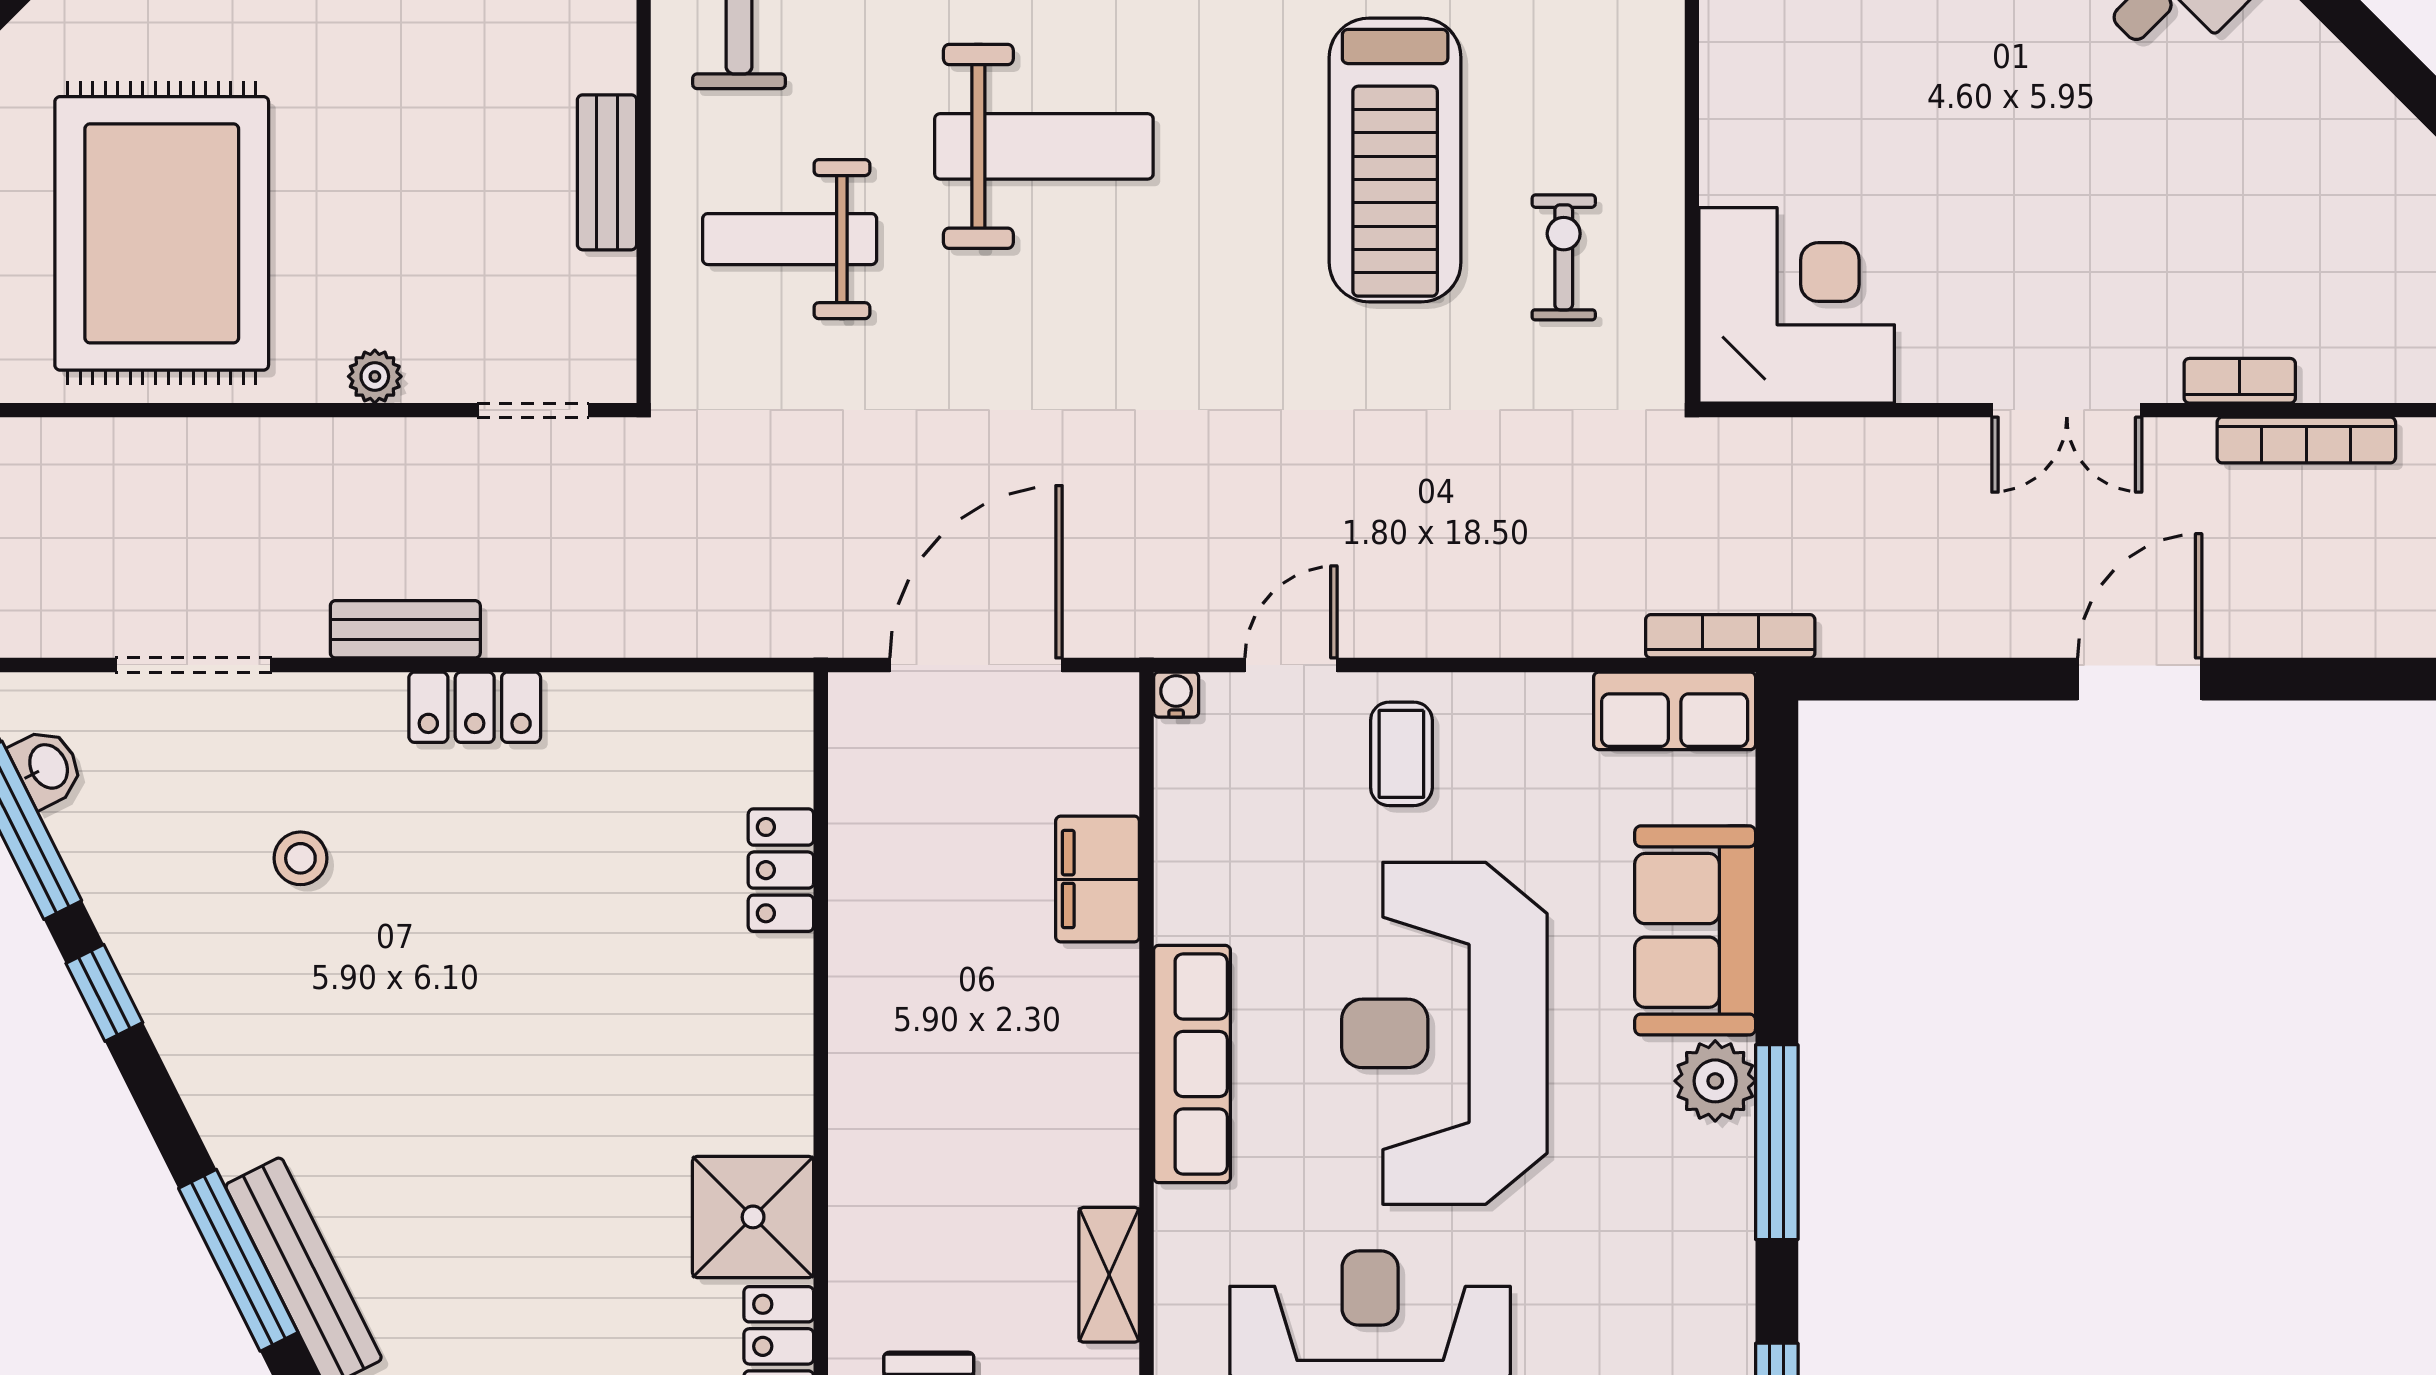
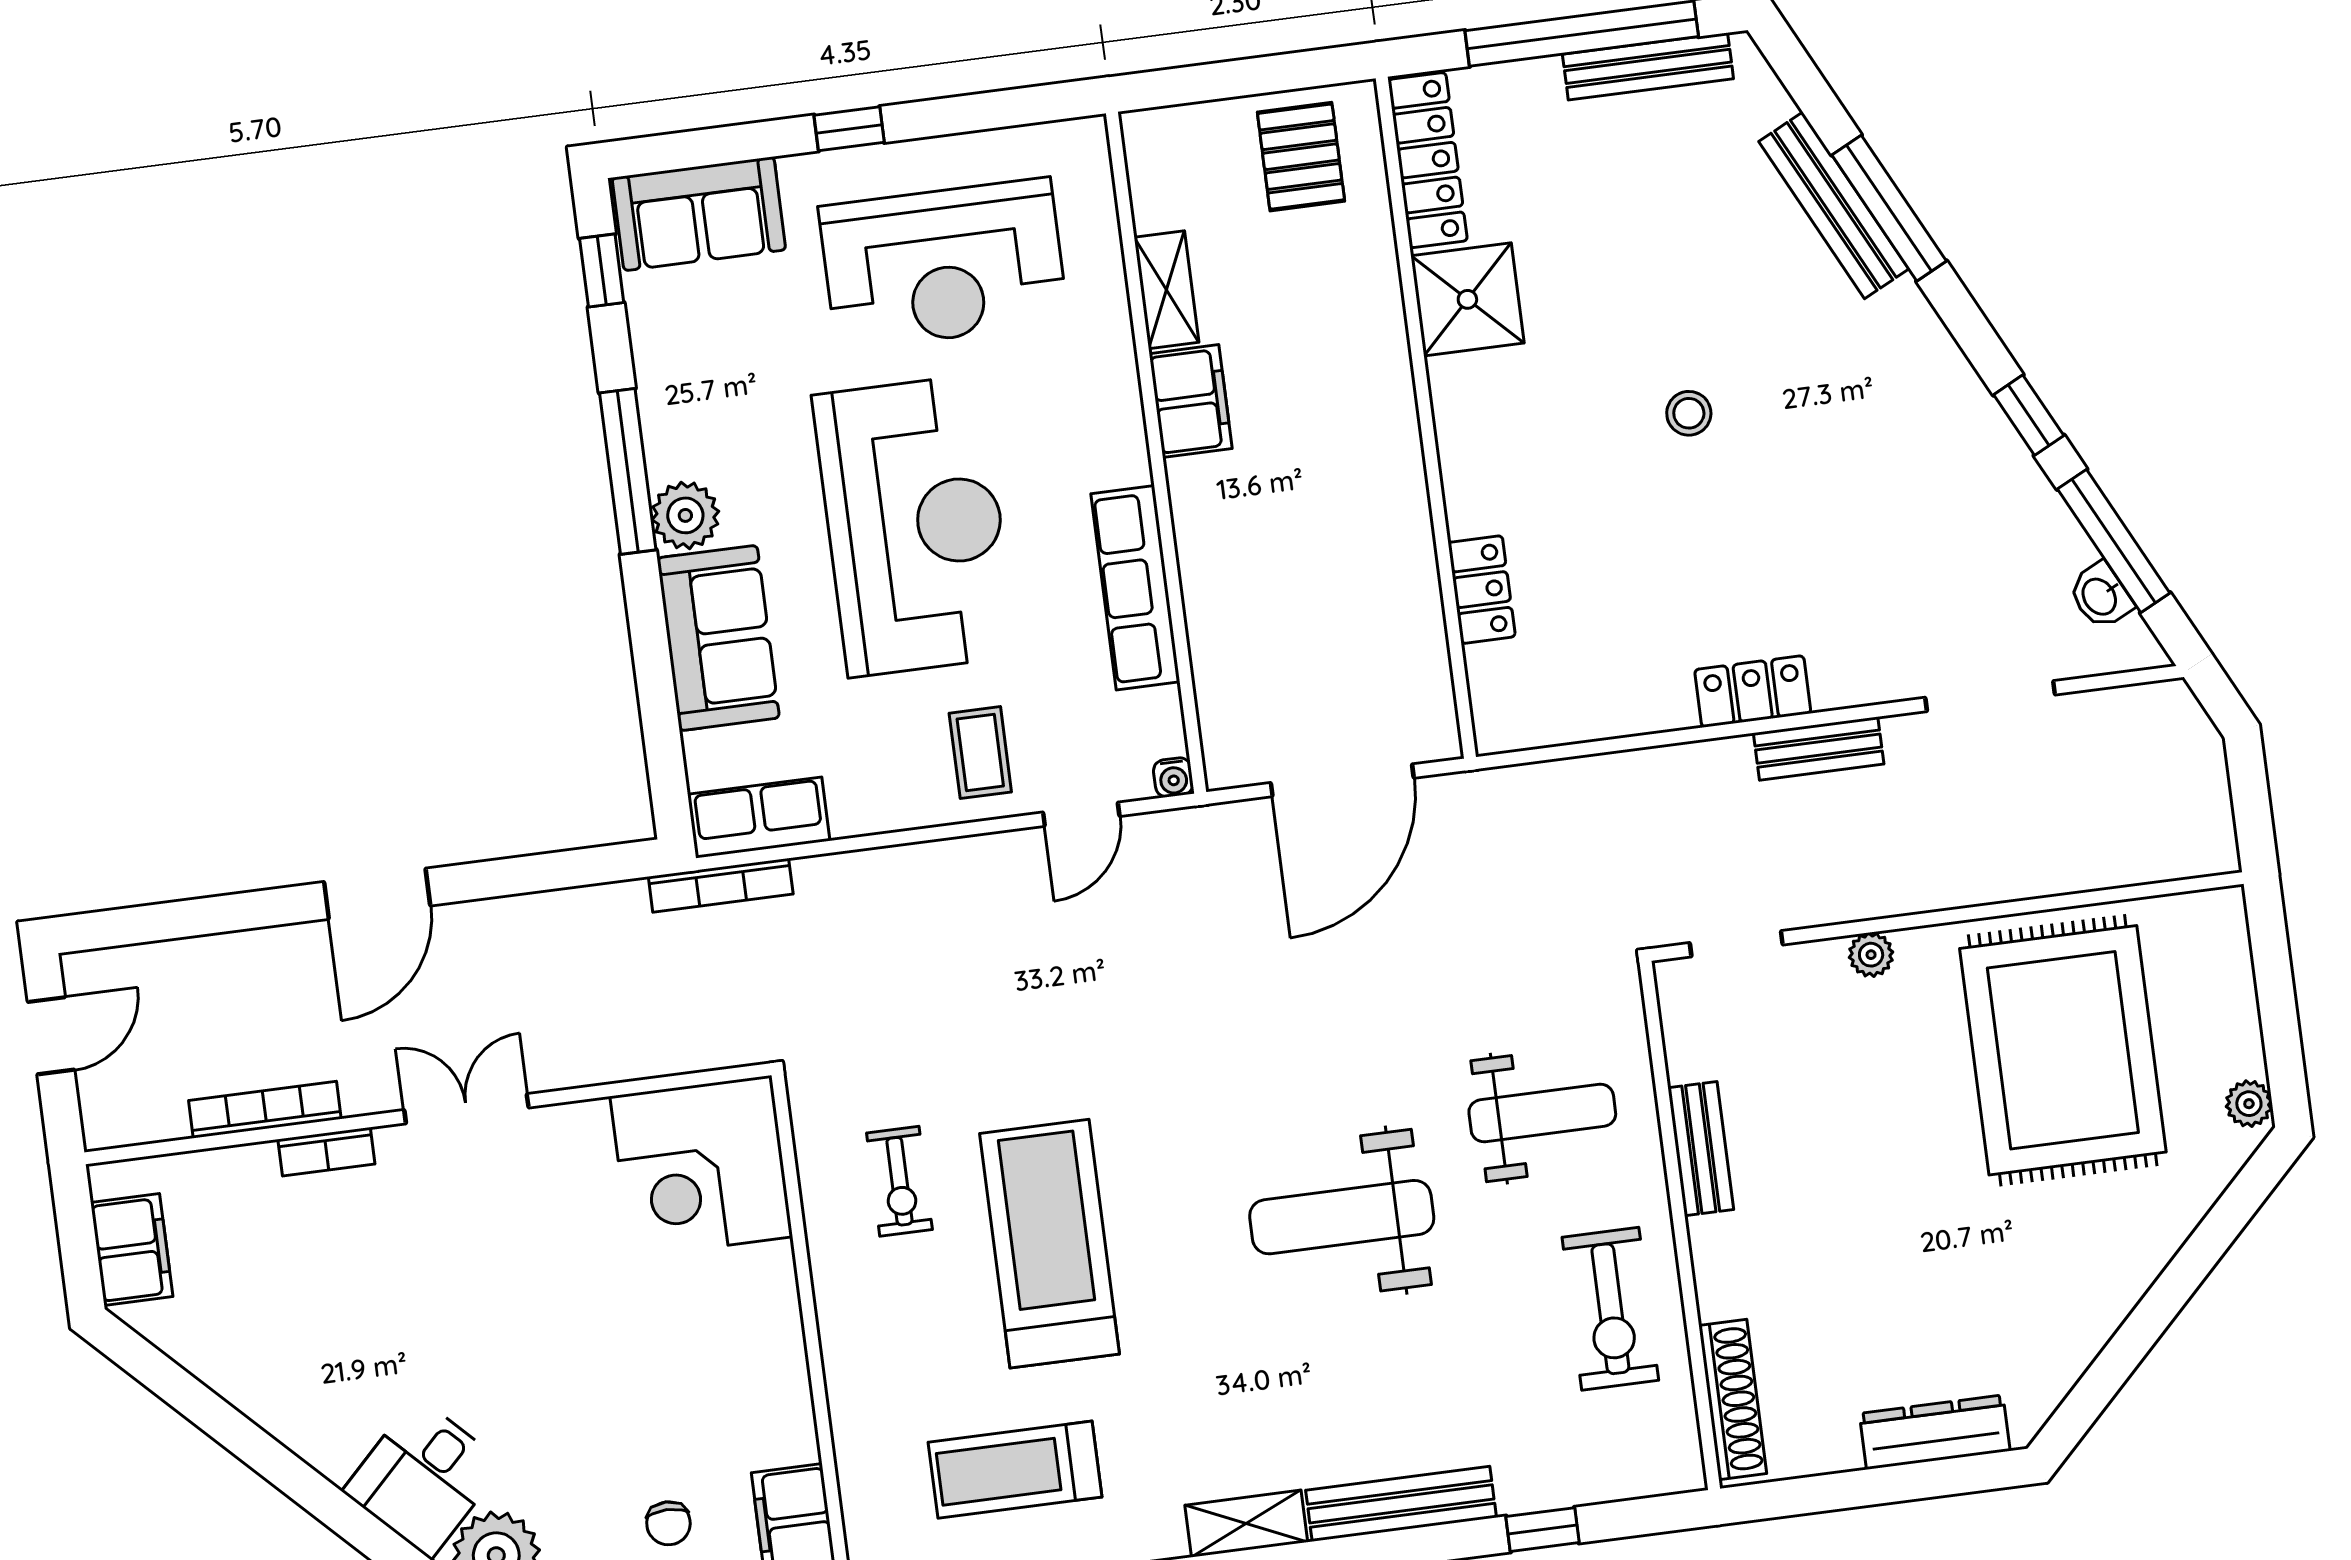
stool: (300, 858) -> (1689, 413), moved
filing cabinet: (1098, 879) -> (1191, 401), moved
row of seats: (1192, 1064) -> (1135, 588), moved

